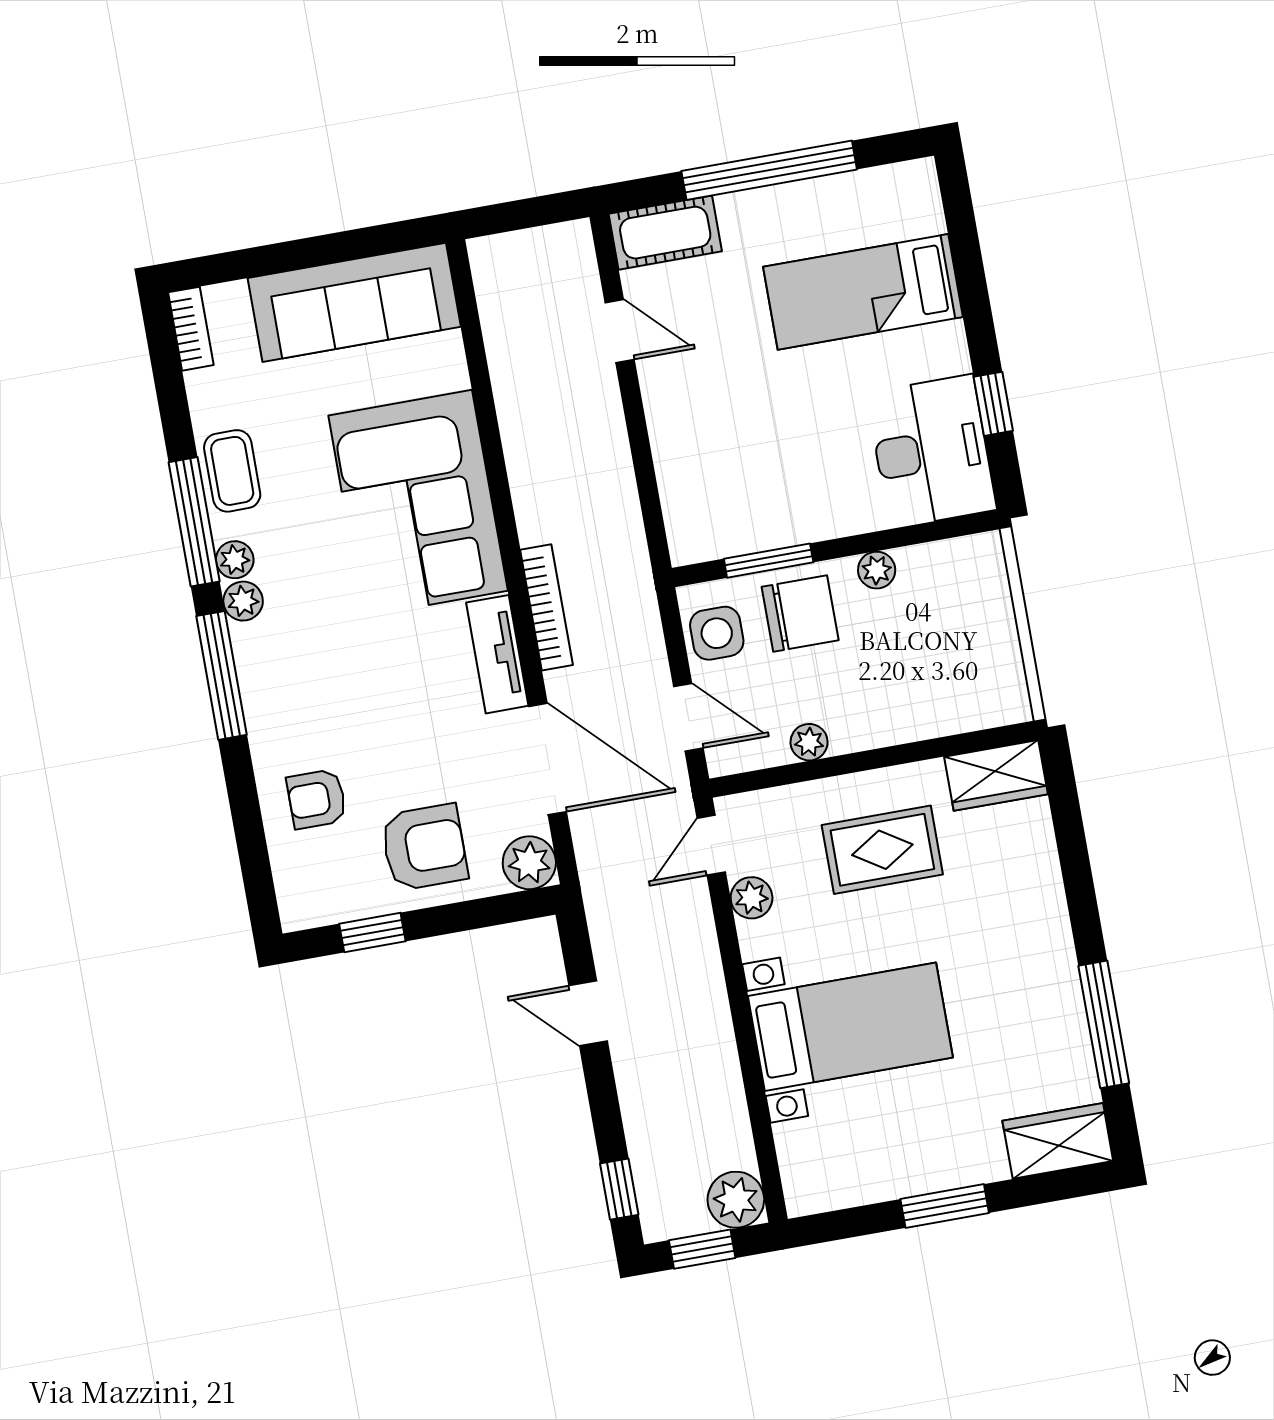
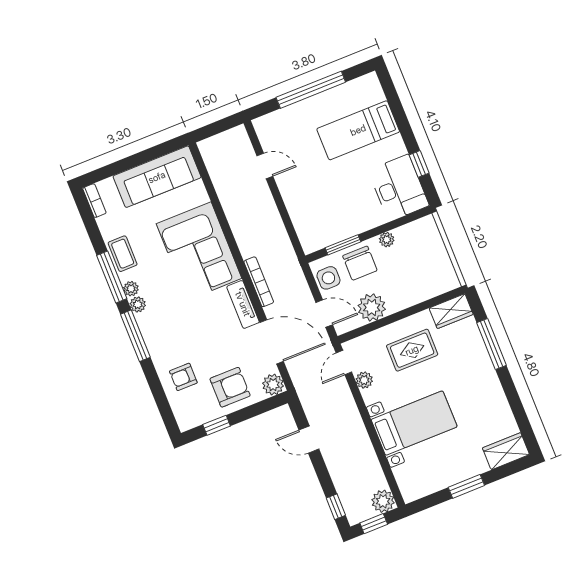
cot: (665, 233) -> (275, 123), removed
chair: (800, 614) -> (360, 263), turned 90
plant: (809, 742) -> (372, 307), width x1.87, depth x1.87
window: (1104, 1024) -> (492, 344), moved

